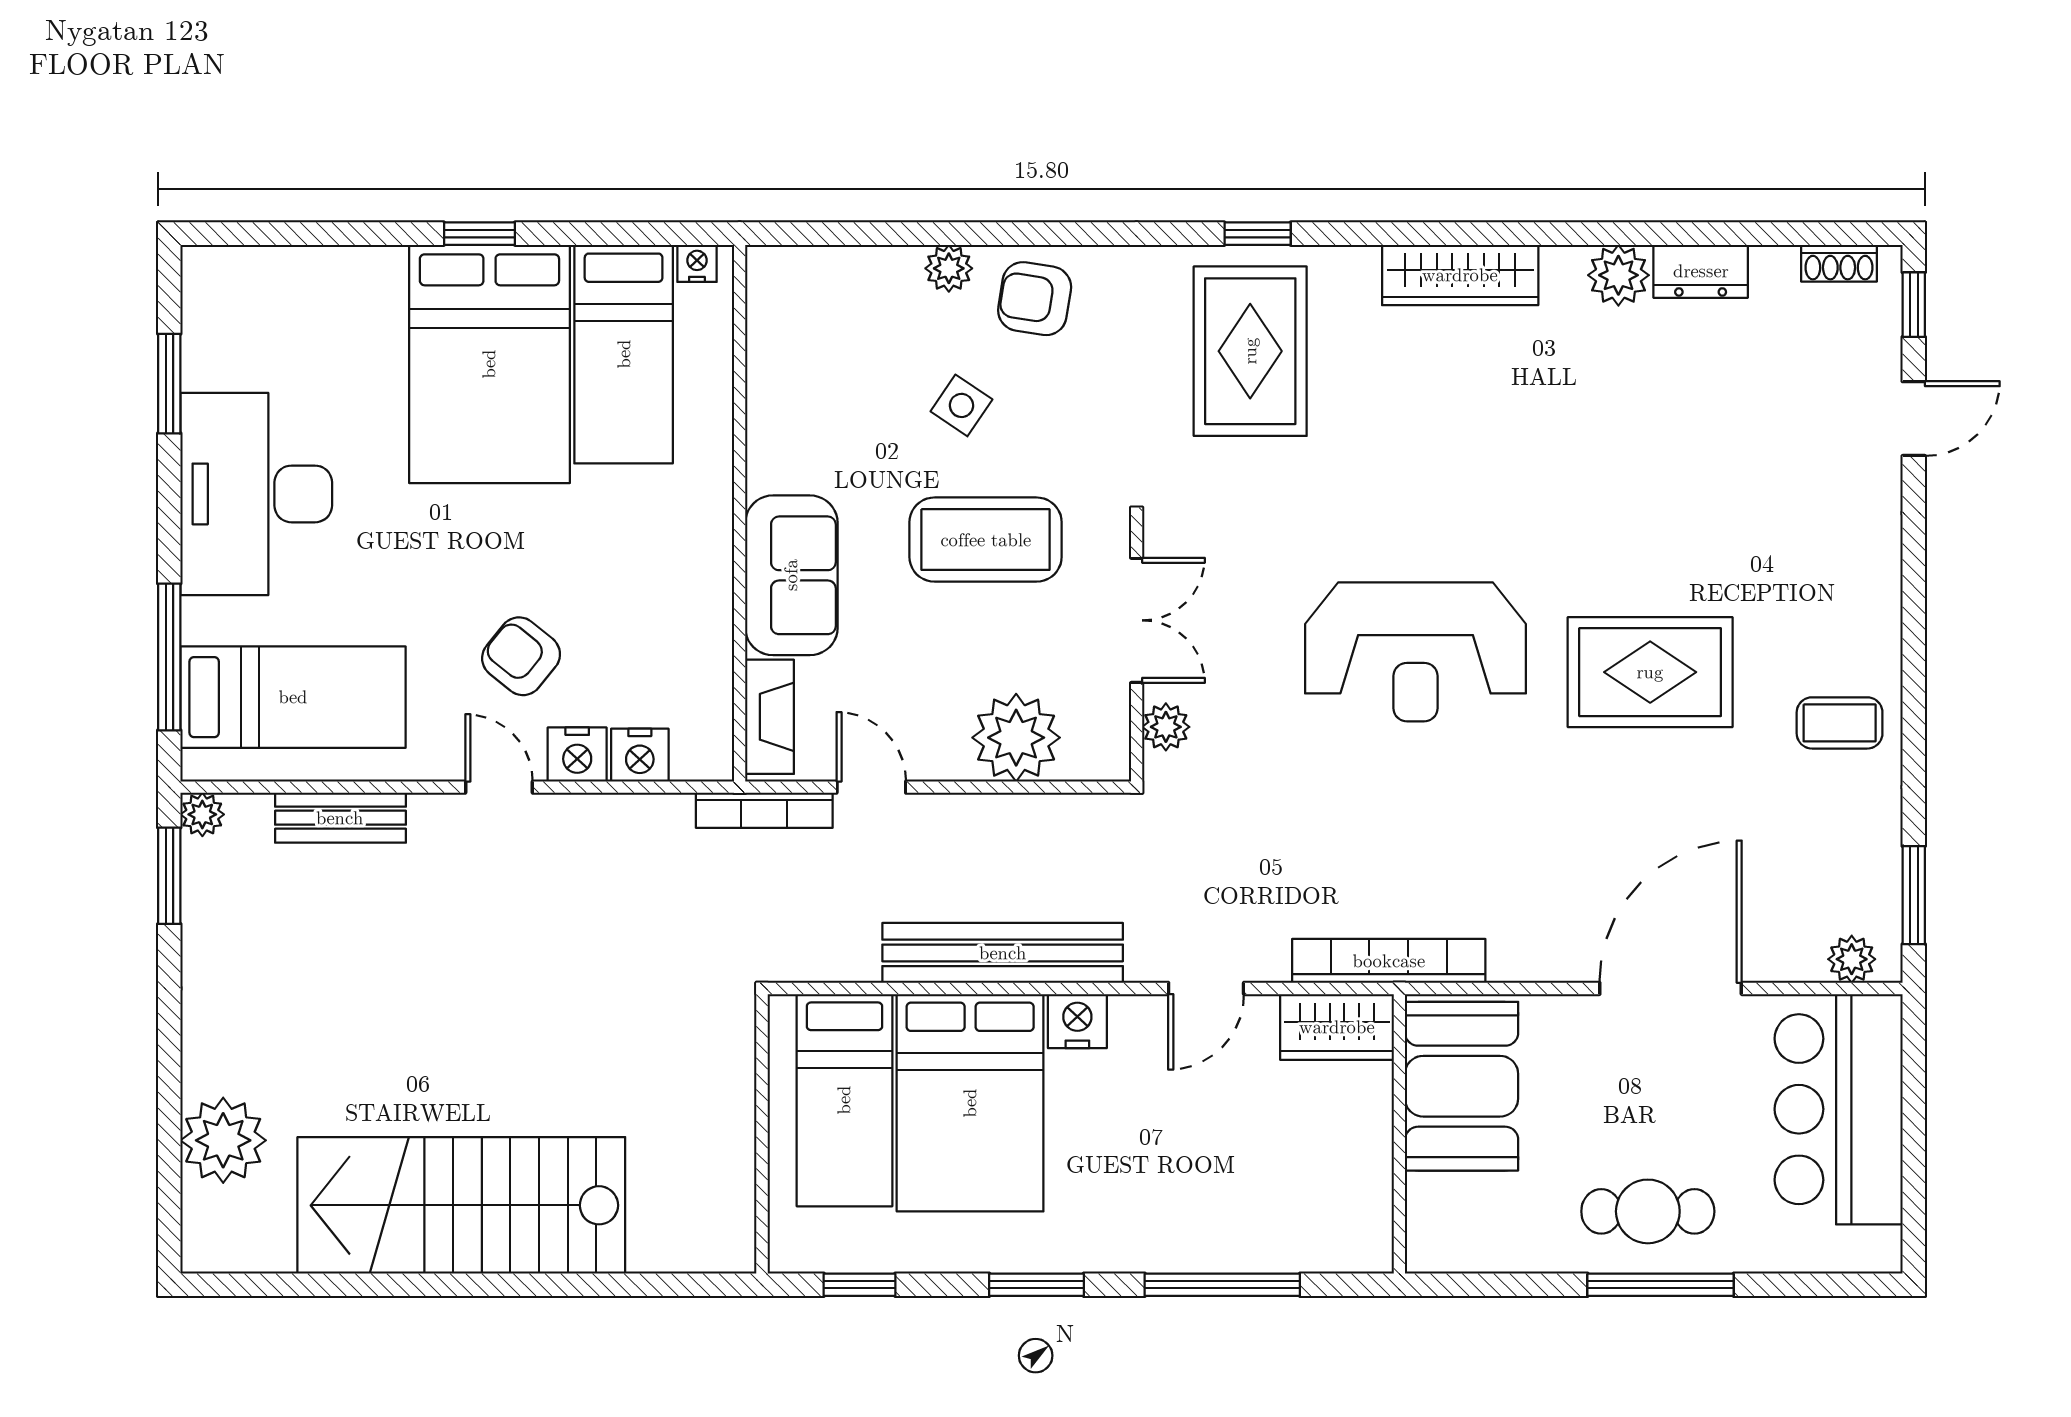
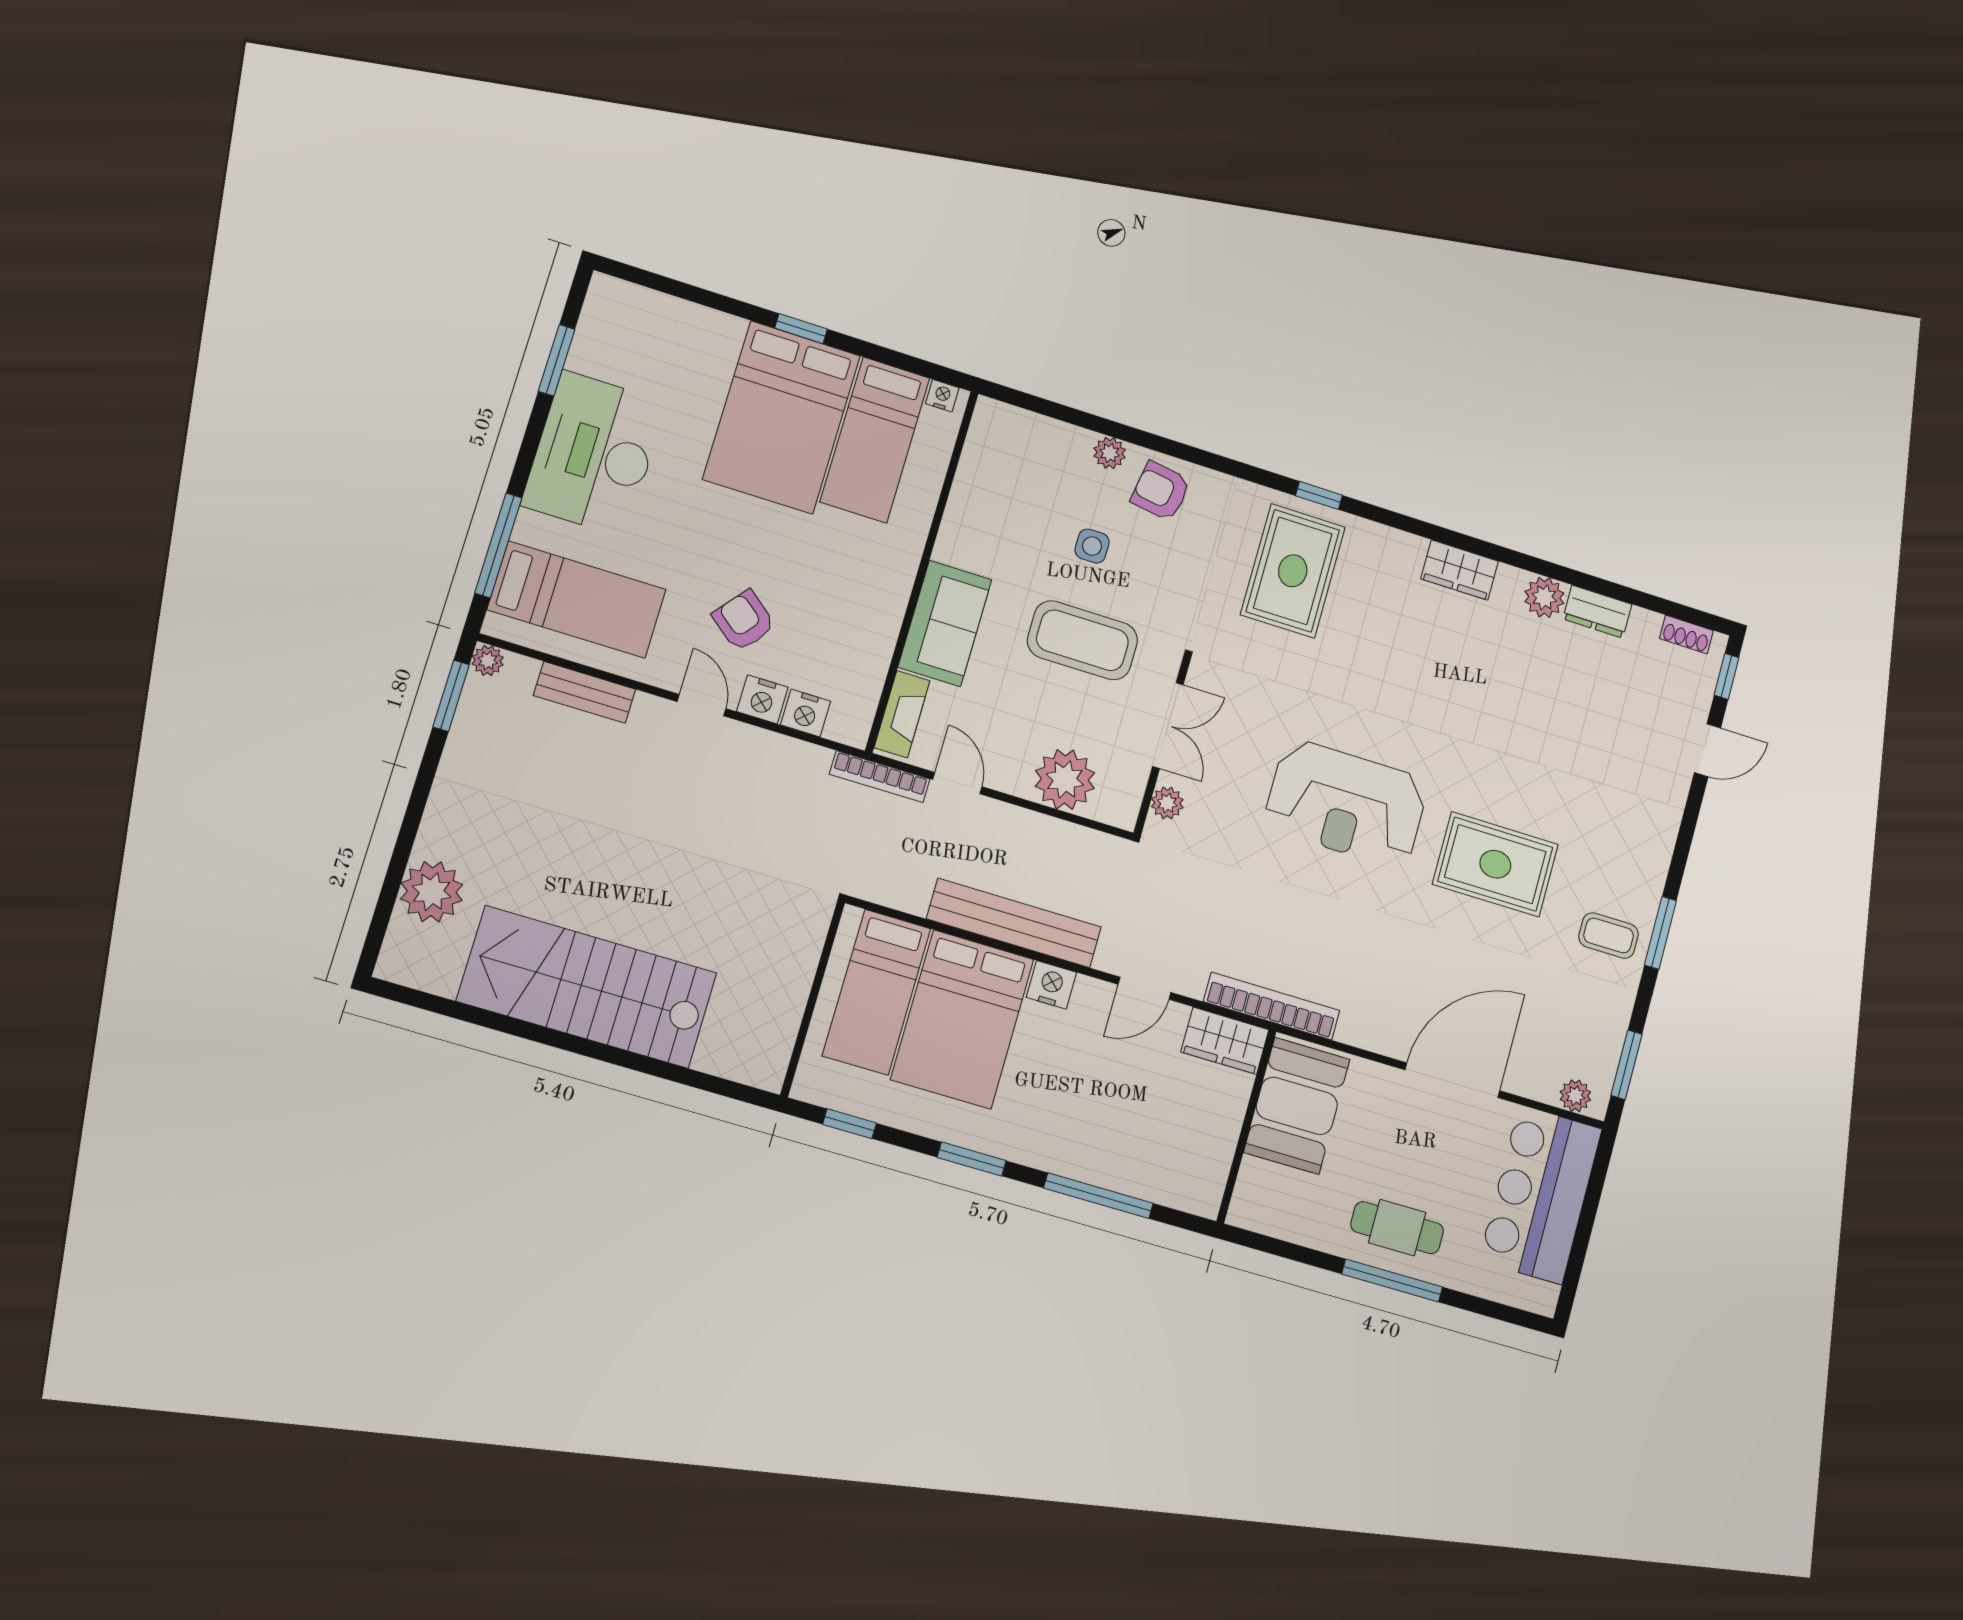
wardrobe: (1460, 275) -> (1460, 570), width x0.67
side table: (961, 405) -> (1092, 546), turned -34
window: (1914, 697) -> (1660, 933), added

